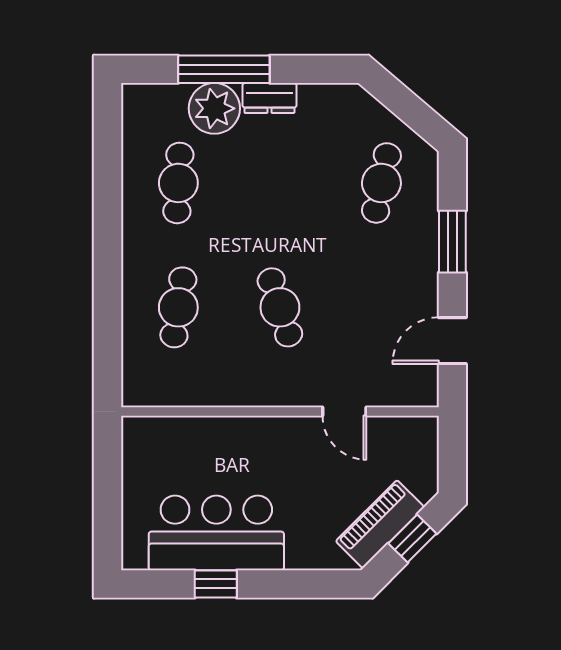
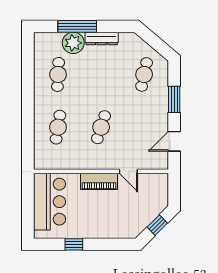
dresser: (269, 98) -> (102, 38), width x1.44
cafe table: (280, 307) -> (101, 127), turned 36
piano: (380, 524) -> (99, 181), moved, turned -135
bar counter: (216, 533) -> (50, 202), moved, turned 90

